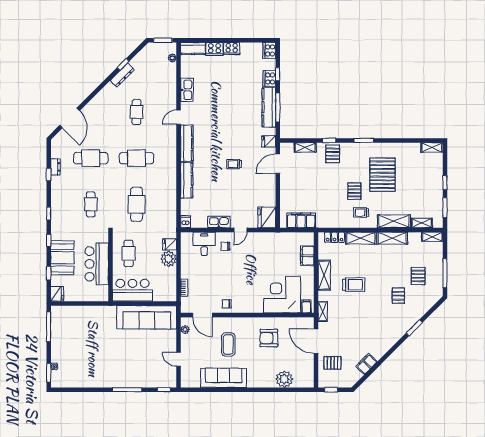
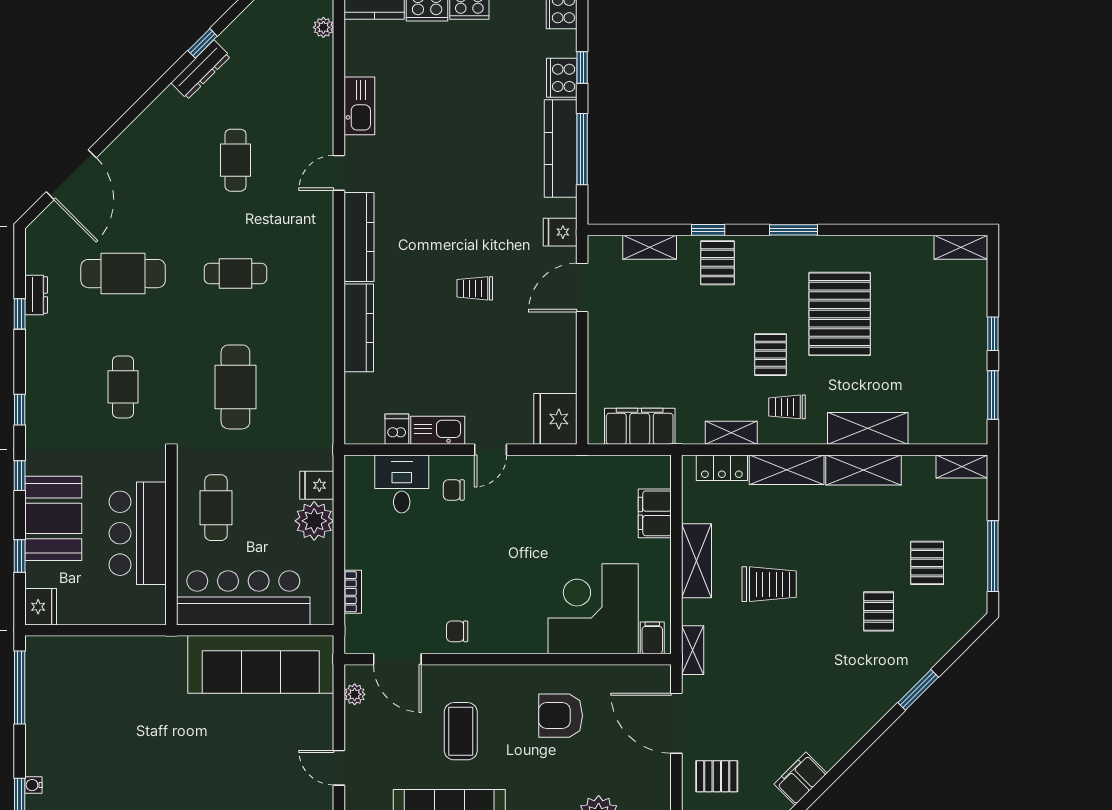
cafe table: (137, 158) -> (235, 274), width x0.73, depth x0.74
dishwasher: (186, 222) -> (397, 429), moved
shelving: (422, 223) -> (731, 433), moved
bar counter: (132, 290) -> (243, 598), width x1.36

